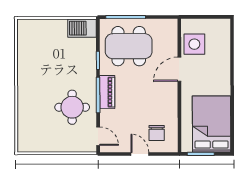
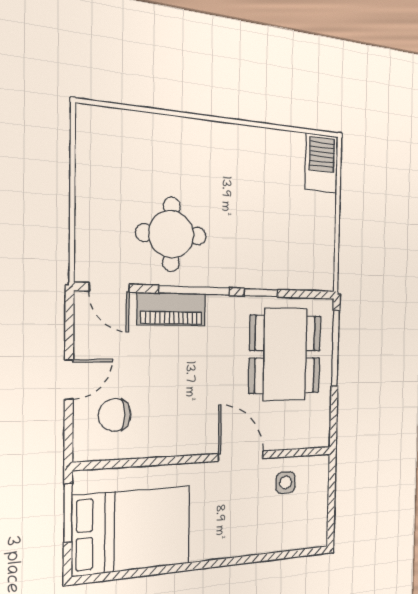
barbecue: (82, 28) -> (322, 163), moved
side table: (194, 44) -> (286, 483), width x0.54, depth x0.54
piano: (107, 92) -> (172, 309), moved
door: (98, 136) -> (109, 288), hinge flipped

